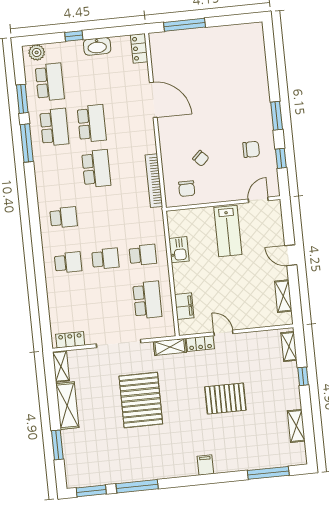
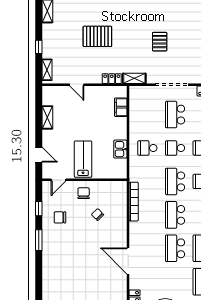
chair: (187, 189) -> (84, 193), moved
school desk: (101, 214) -> (175, 181), added
door: (291, 255) -> (39, 155), moved
shelving: (283, 296) -> (47, 117), moved
school desk: (147, 300) -> (175, 115), moved
door: (223, 333) -> (77, 85), moved
pallet: (141, 400) -> (160, 42), width x0.49, depth x0.50

